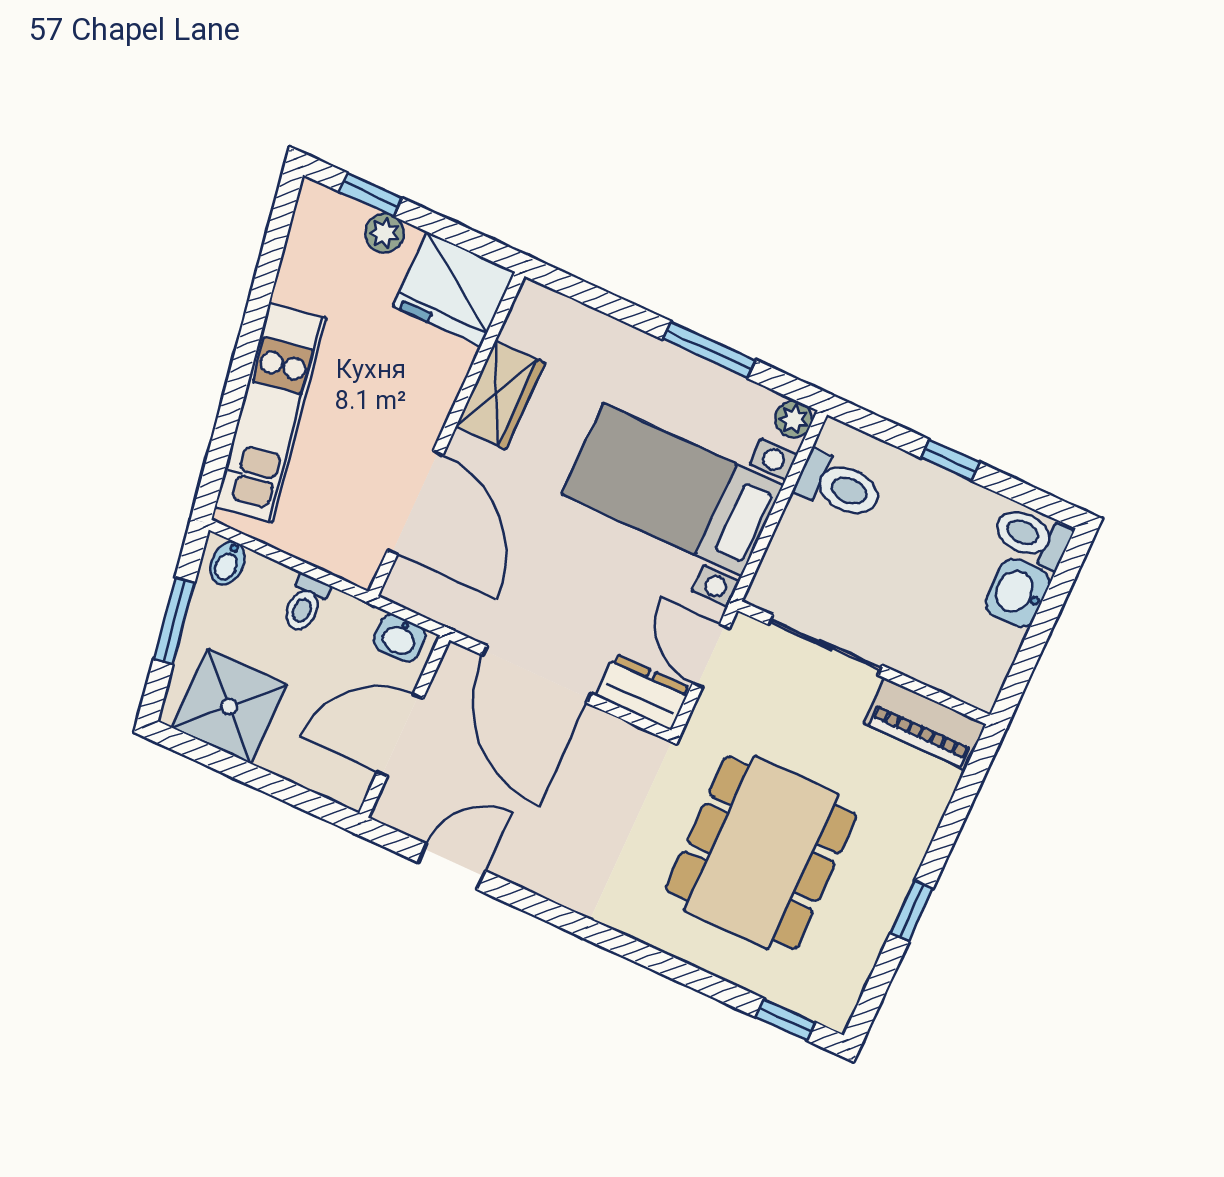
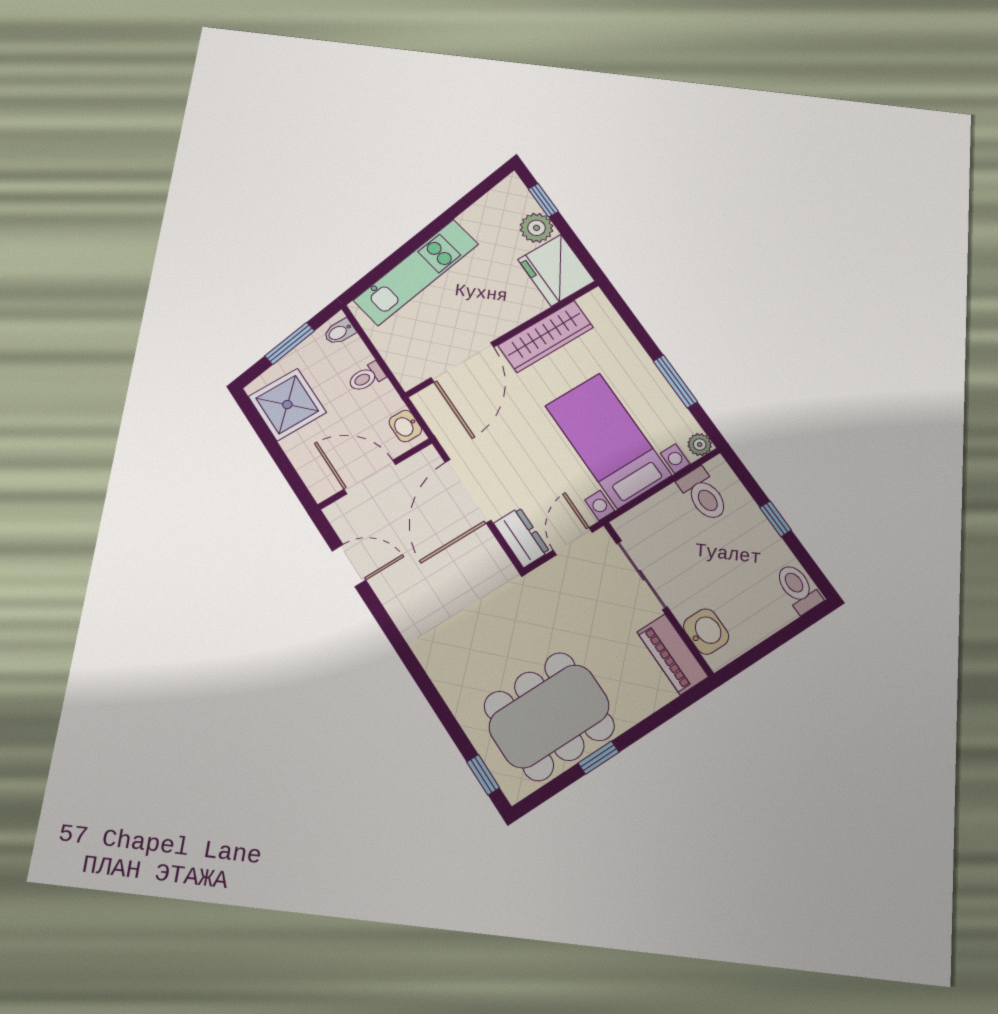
plant: (384, 233) -> (537, 228), width x1.38, depth x1.38
wardrobe: (500, 395) -> (546, 336), width x1.50
washbasin: (1018, 593) -> (706, 631), moved, turned 90
dining table: (761, 852) -> (549, 716), moved

